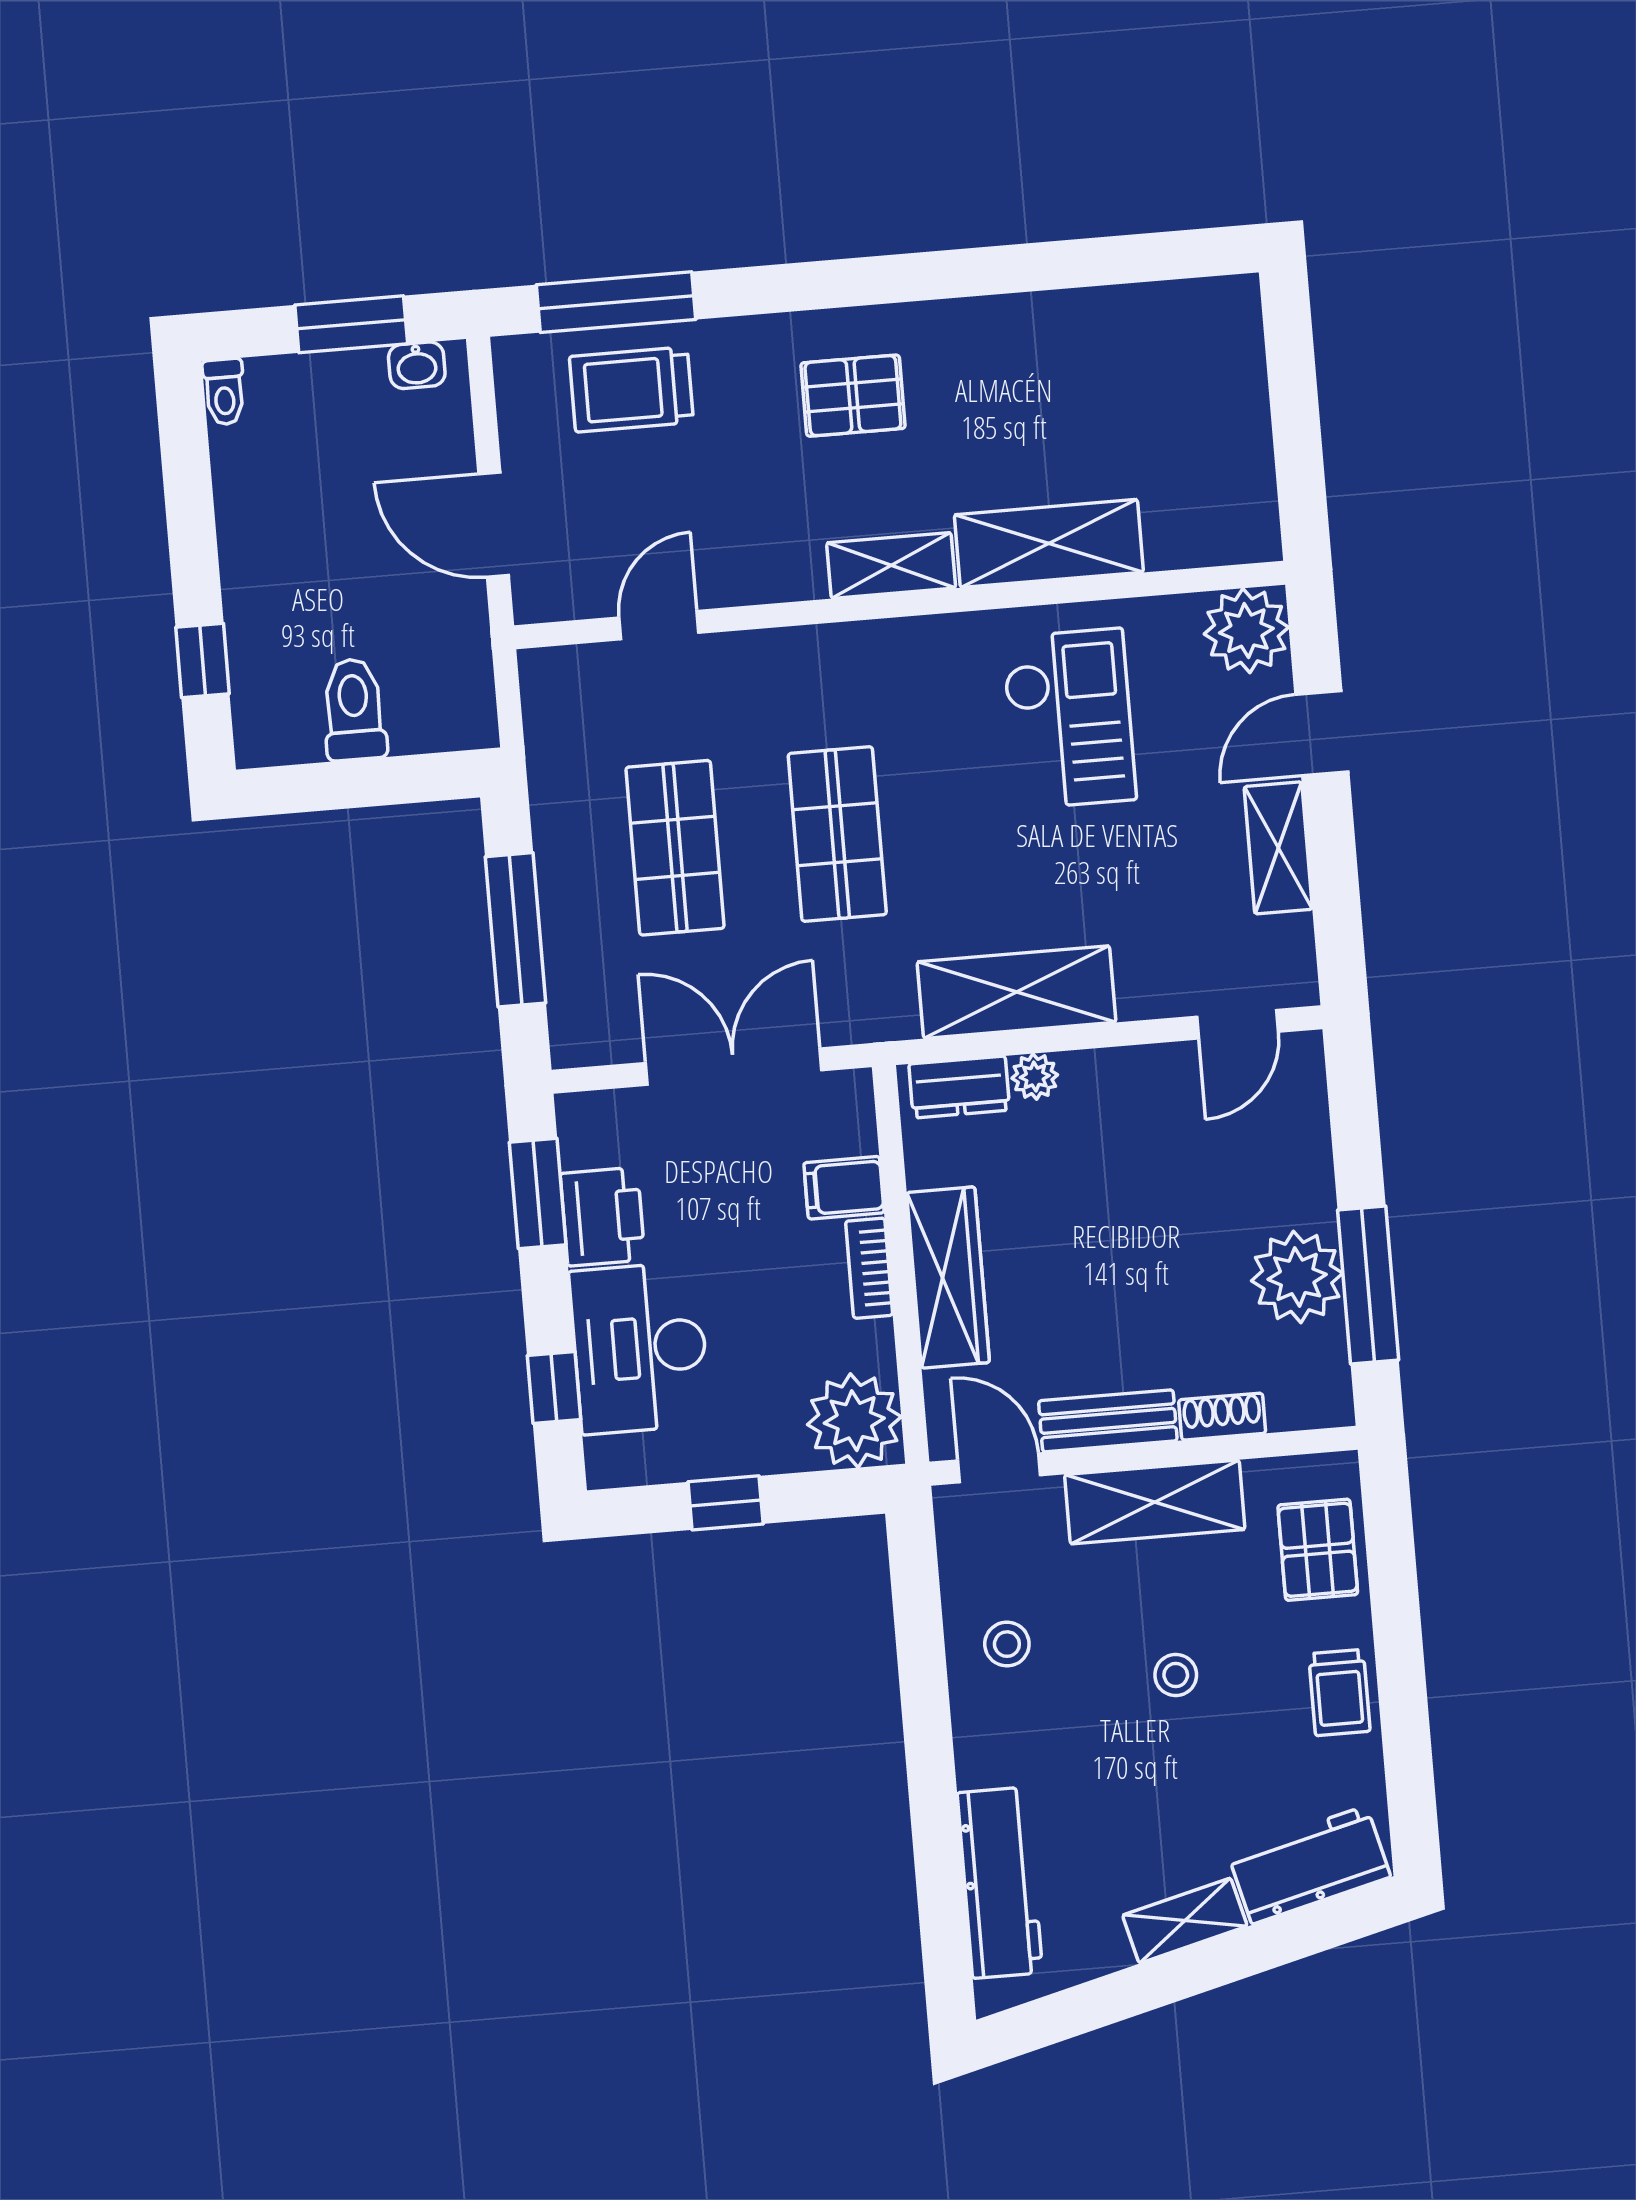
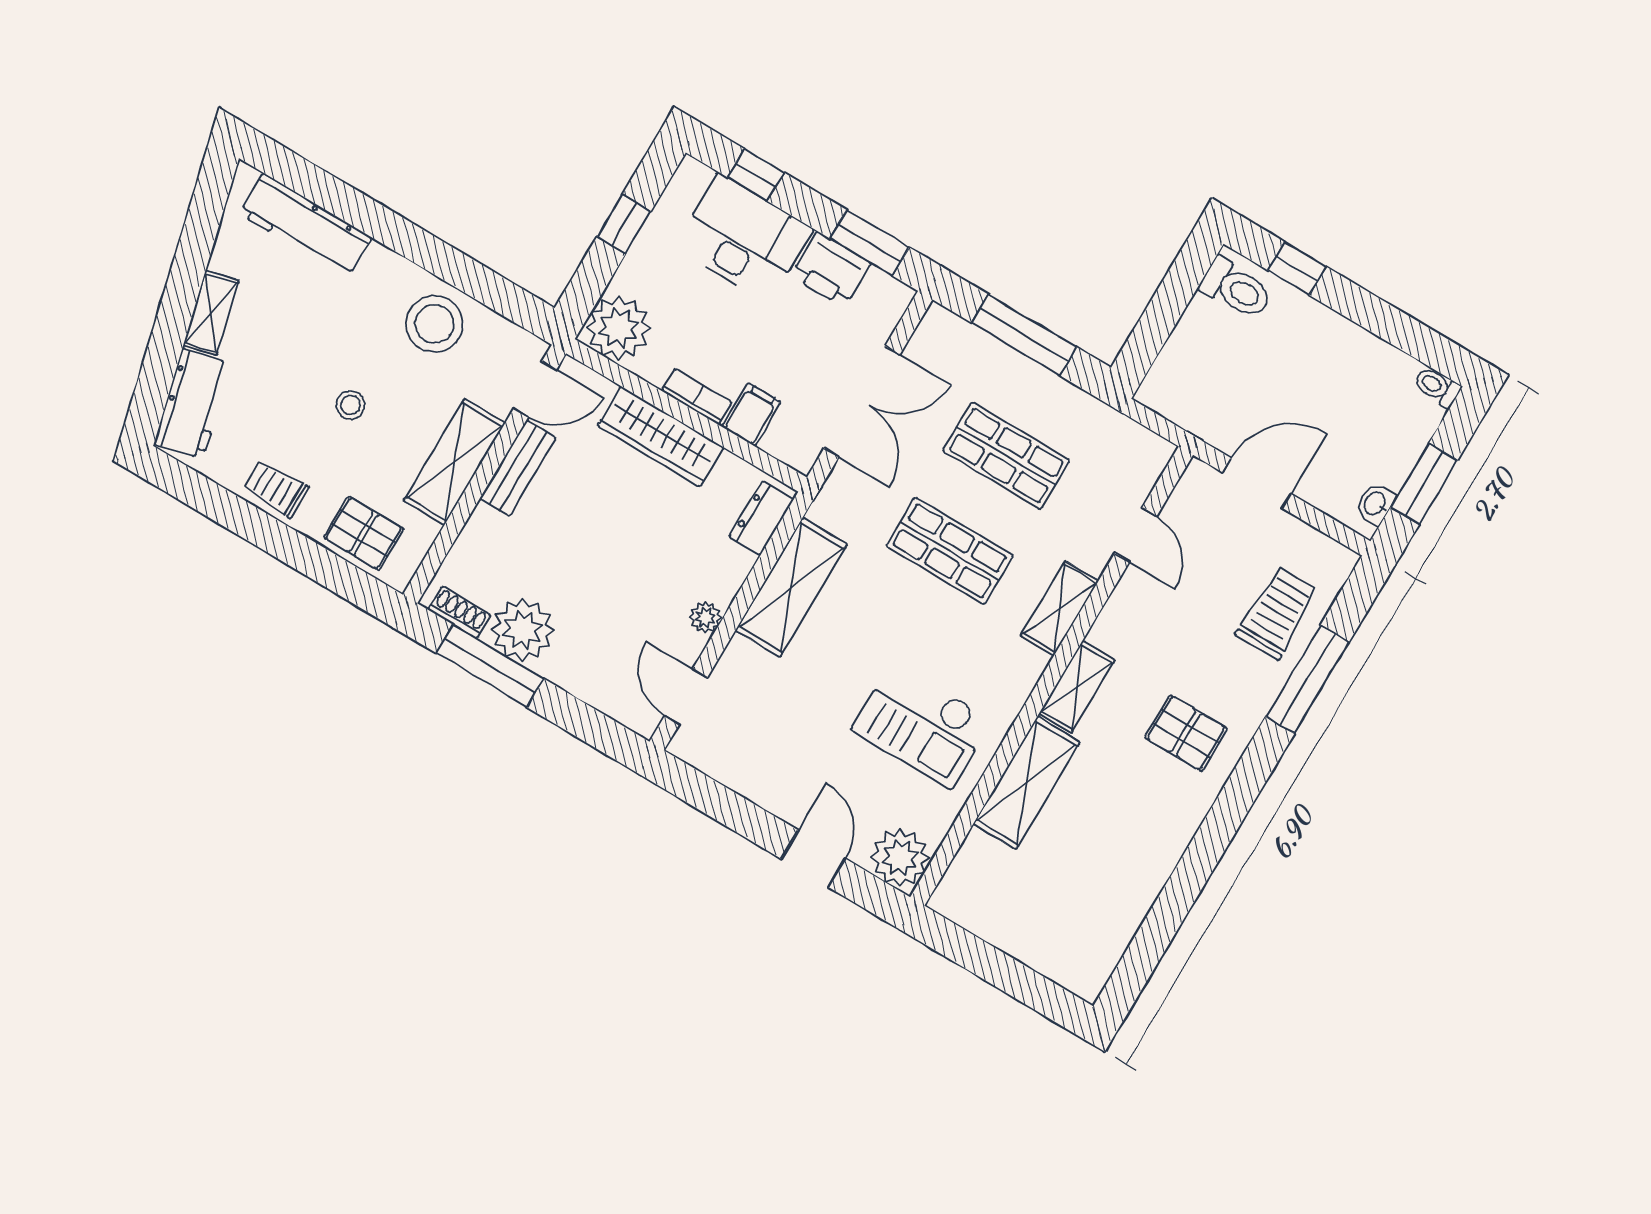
window: (616, 302) -> (1307, 679), moved
pallet: (853, 396) -> (1186, 733), turned 90
toilet: (354, 710) -> (1236, 289), moved
shelving: (1278, 848) -> (1060, 608), moved, turned 90
plant: (1035, 1076) -> (705, 617), moved
shoe rack: (1222, 1417) -> (459, 612), moved, turned -90
stool: (1007, 1644) -> (434, 324), width x1.89, depth x1.89

